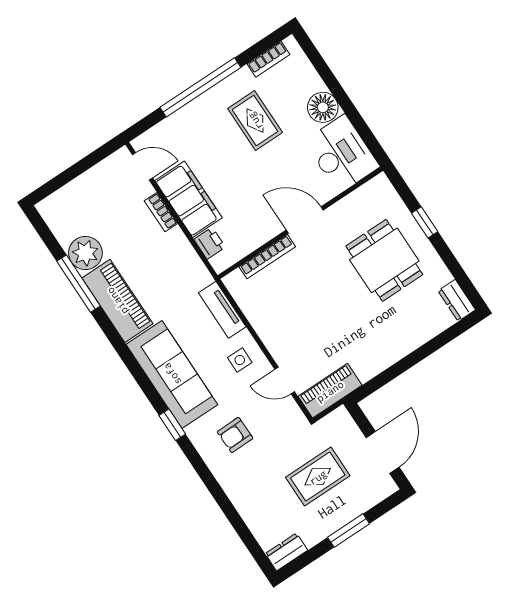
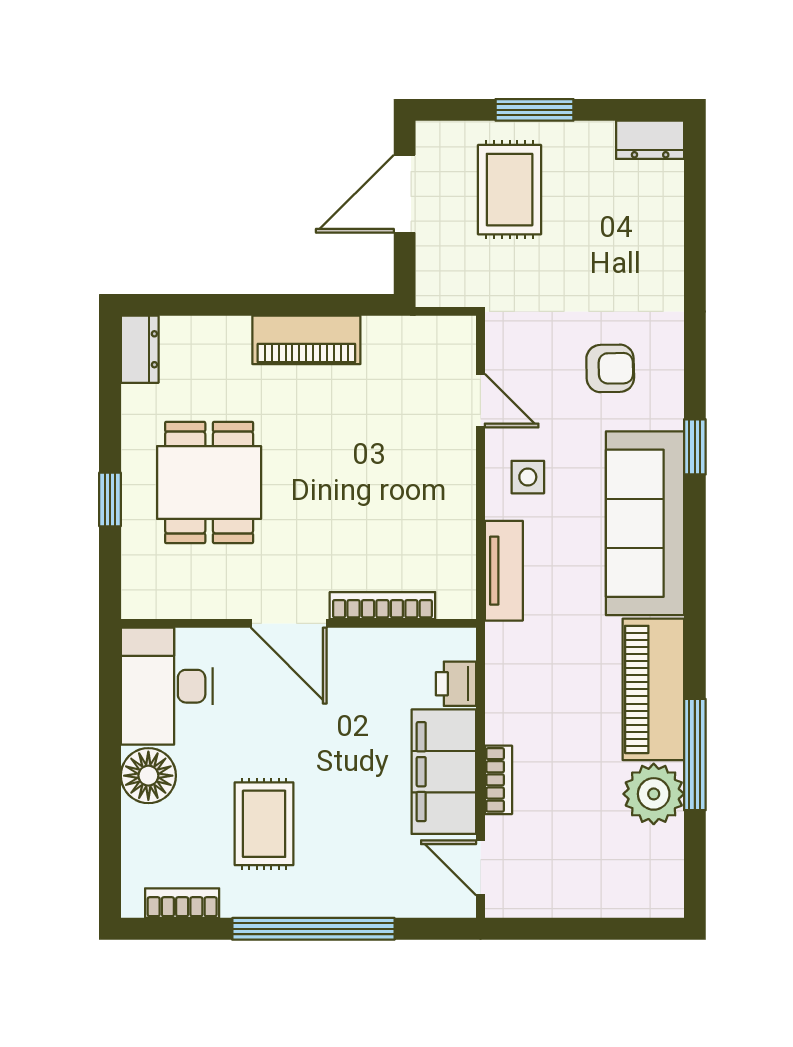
piano: (330, 391) -> (306, 340), moved
rug: (318, 477) -> (510, 190), moved, turned 90

